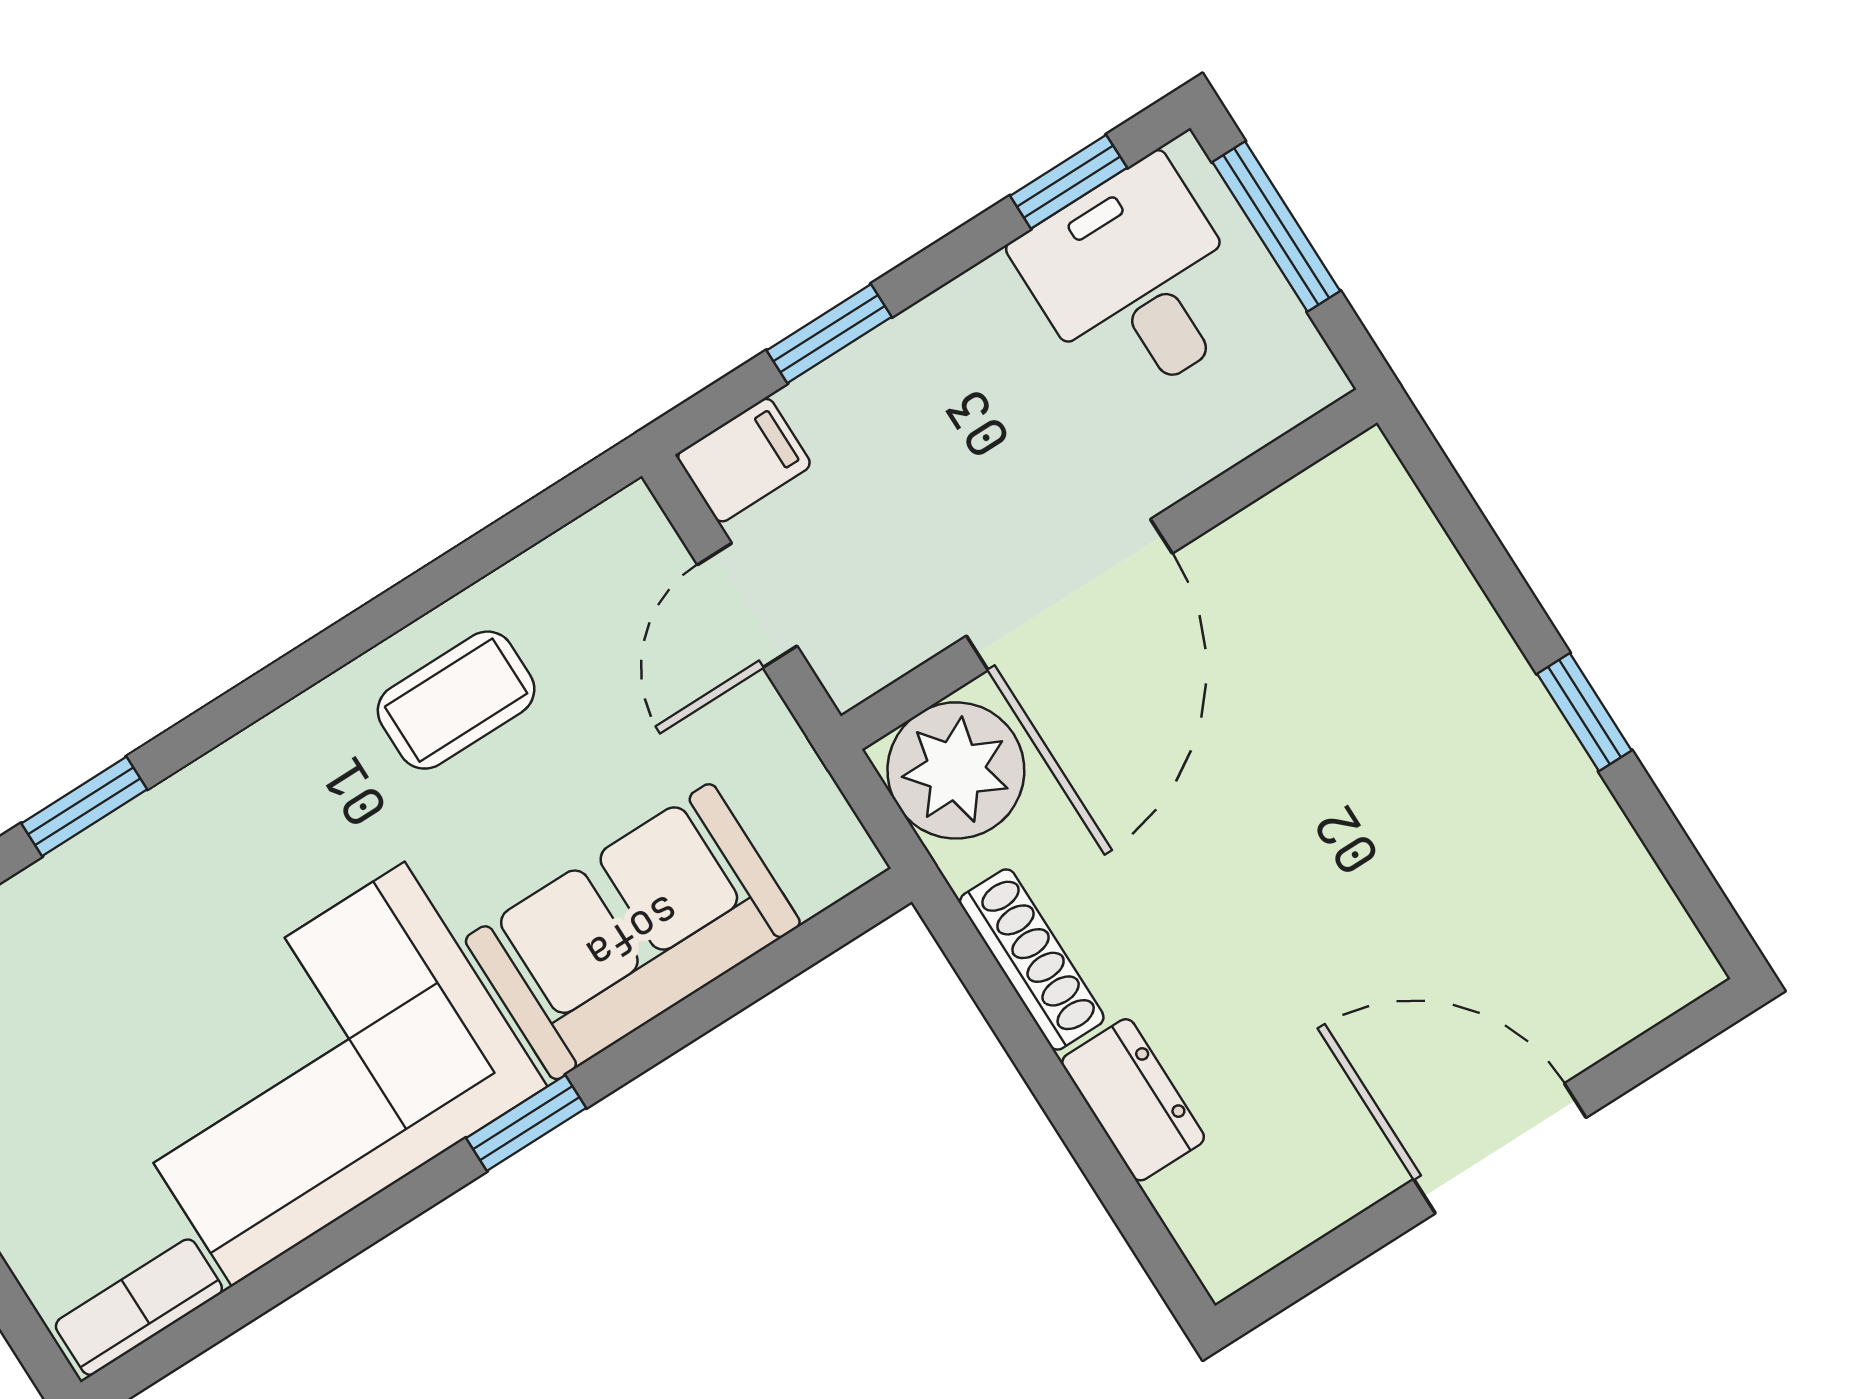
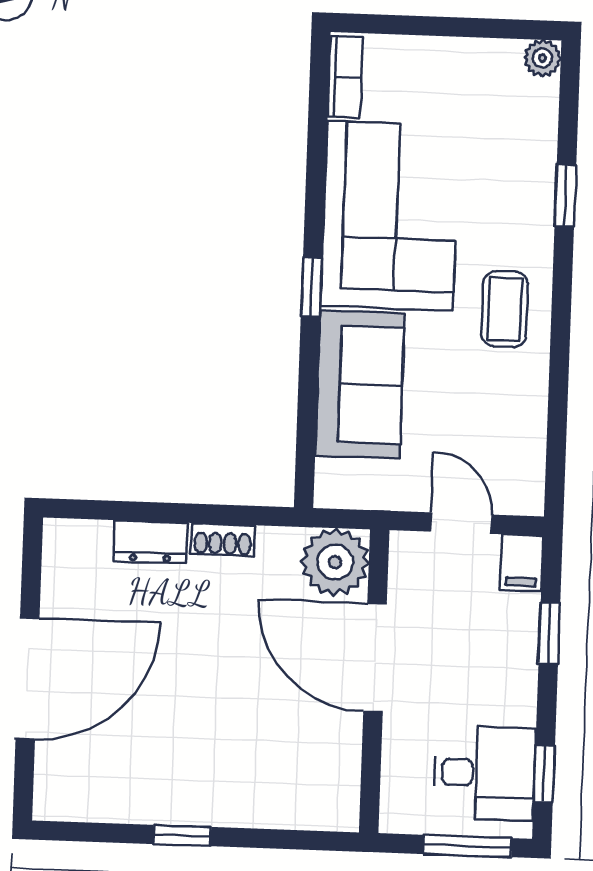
coffee table: (456, 700) -> (505, 309), moved
shoe rack: (1032, 959) -> (223, 539), width x0.70
door: (1500, 1148) -> (28, 678), width x1.36

